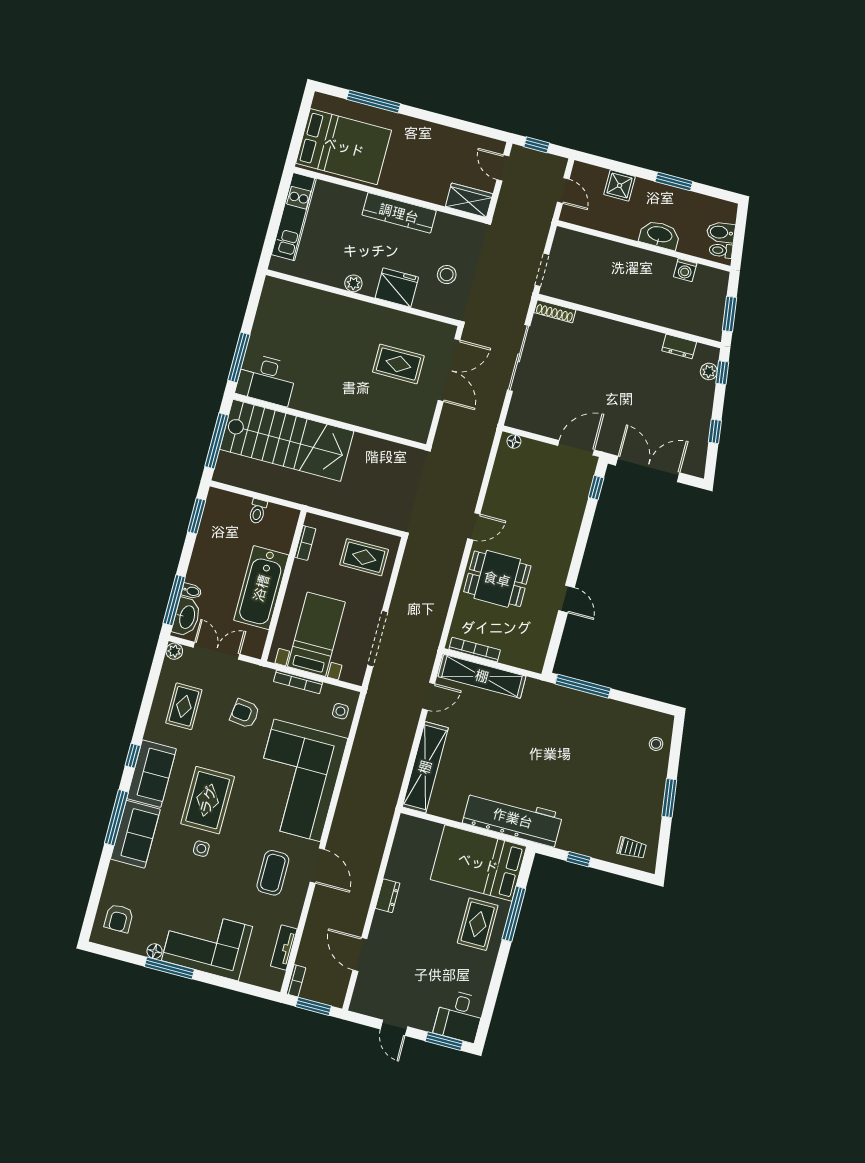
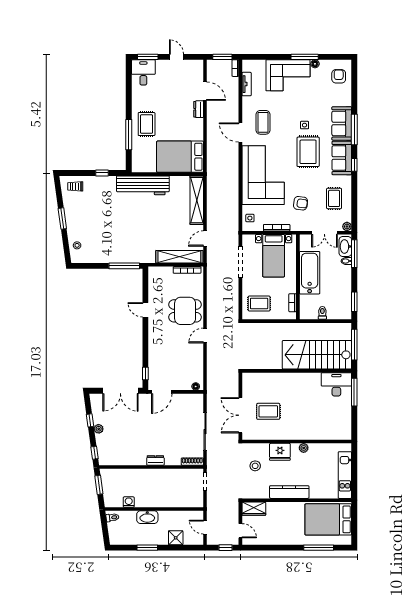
bidet: (721, 232) -> (115, 527), removed
dresser: (679, 346) -> (155, 460), moved
plant: (709, 371) -> (99, 429), moved
bed: (478, 863) -> (180, 157), moved, turned 180
dresser: (388, 896) -> (199, 109), moved

